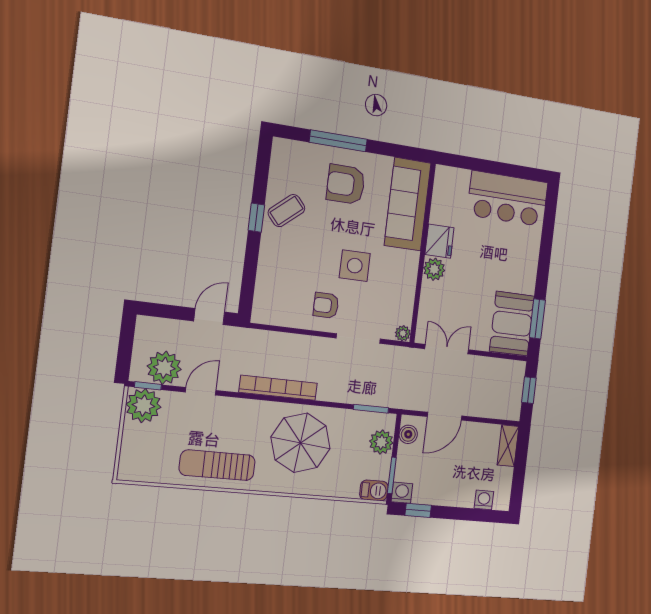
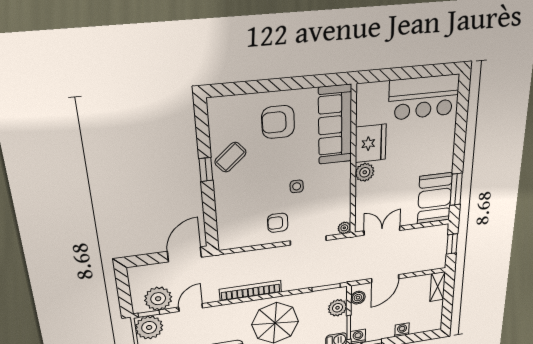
window: (338, 141) -> (265, 86), removed
fridge: (439, 241) -> (371, 143), width x1.36, depth x1.34
side table: (355, 266) -> (297, 186), width x0.54, depth x0.54
door: (209, 317) -> (184, 254), width x1.38
washing machine: (484, 500) -> (402, 330), moved

